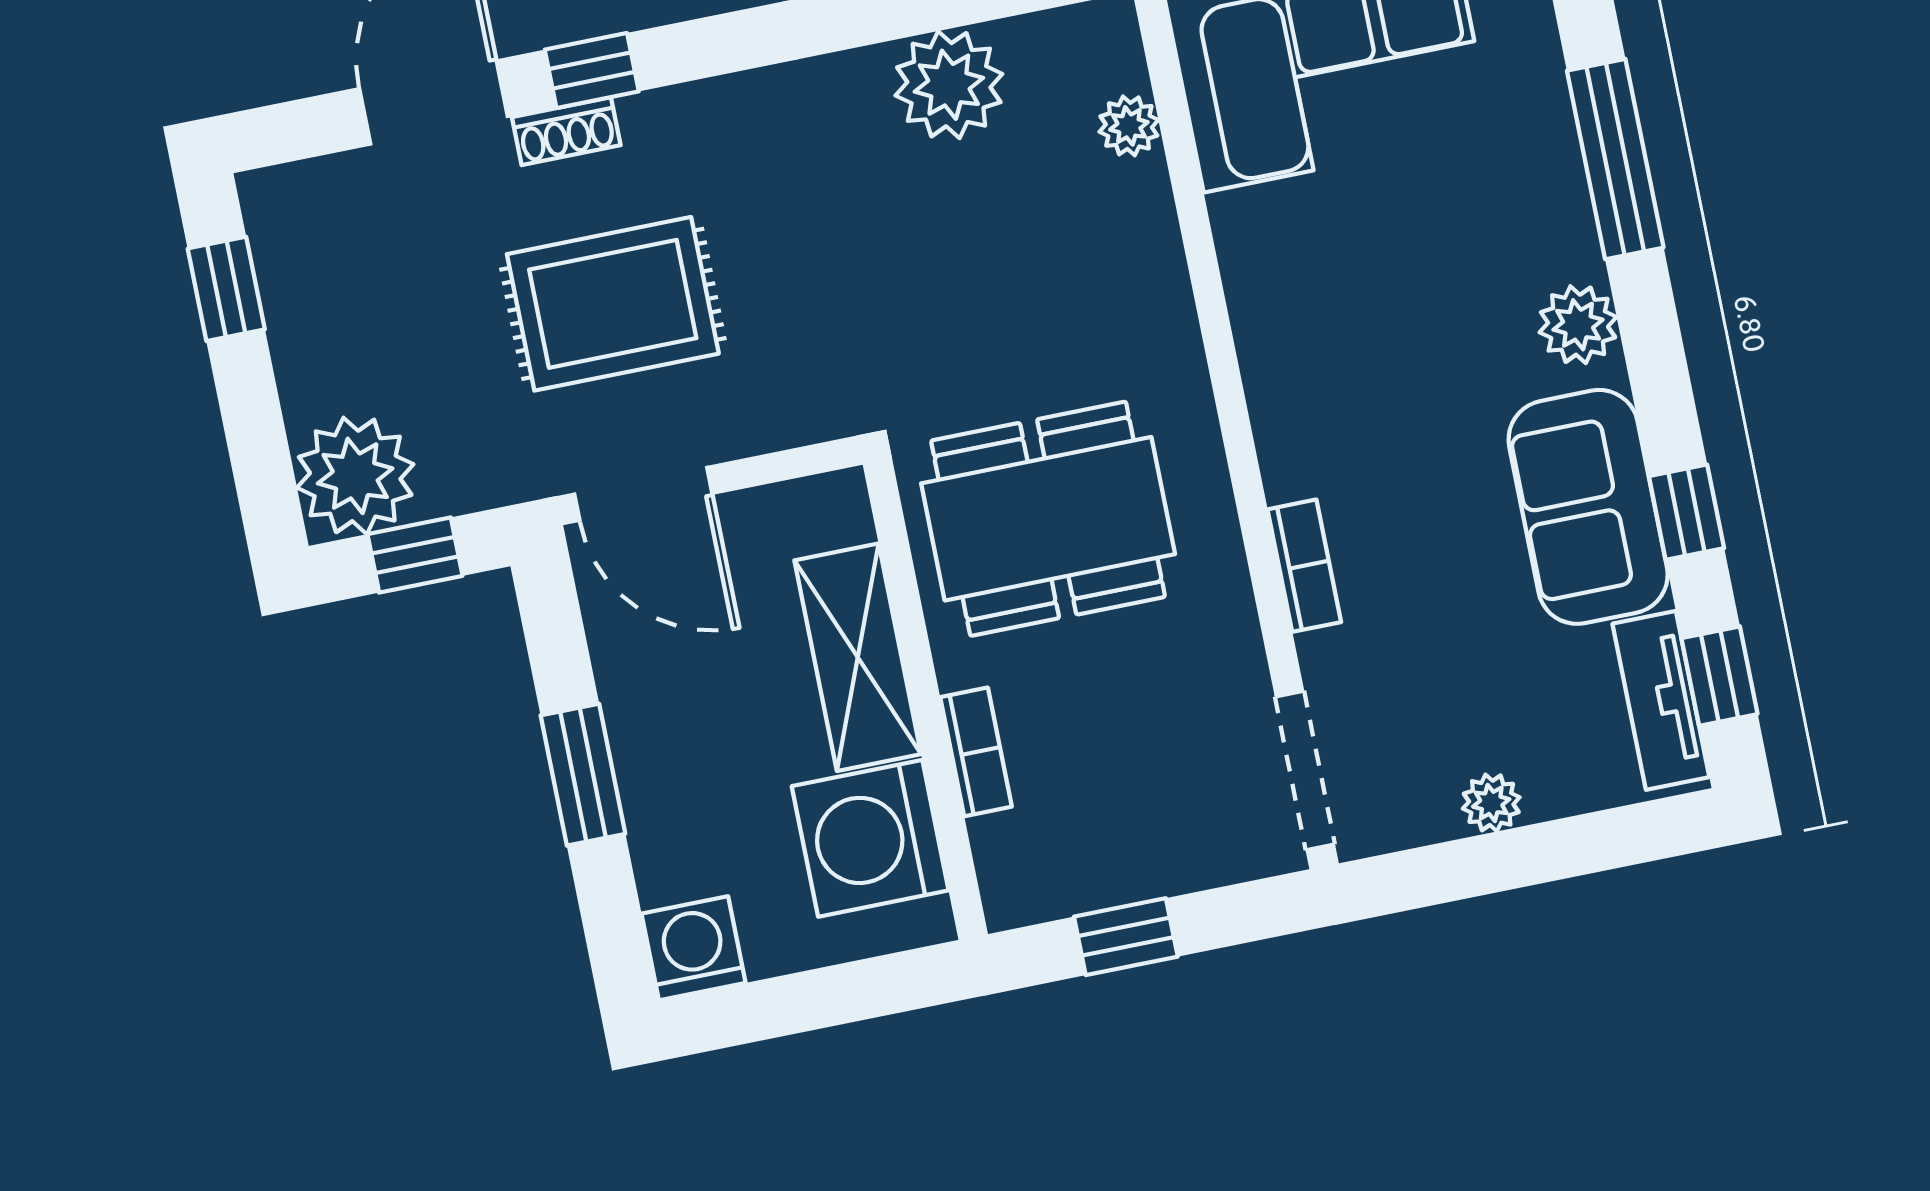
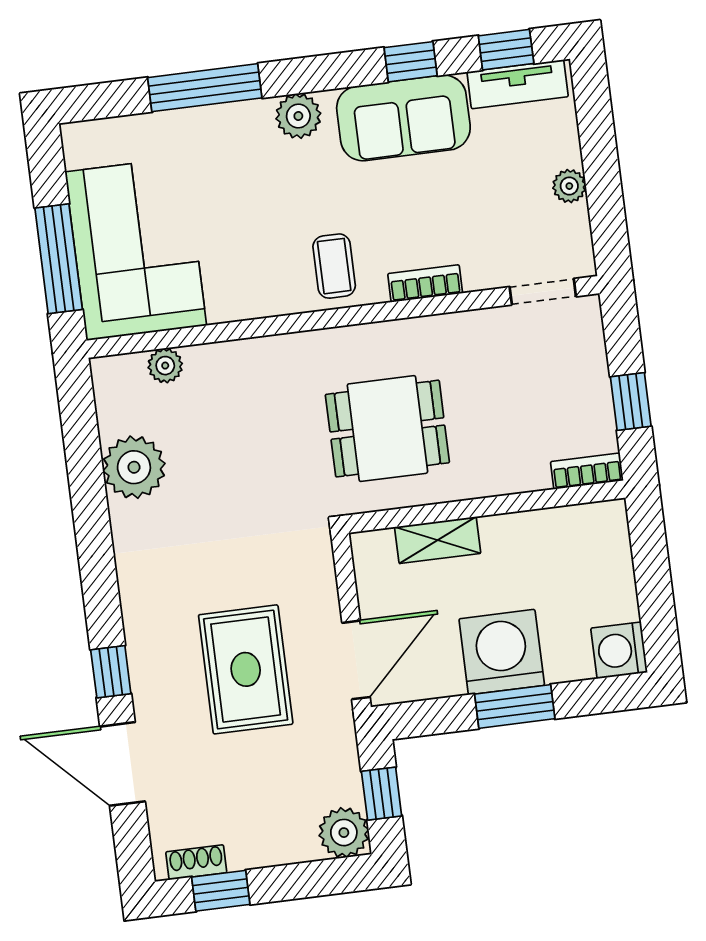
shoe rack: (566, 131) -> (196, 862), moved, turned -90
coffee table: (1323, 406) -> (334, 266), added
plant: (355, 476) -> (344, 833), width x0.73, depth x0.73
dining table: (1048, 519) -> (387, 429), width x0.73
shelving: (858, 657) -> (438, 540), width x0.67, depth x0.75
bookcase: (976, 752) -> (587, 471), moved
doorway: (1305, 771) -> (543, 292), width x0.73
washing machine: (870, 838) -> (502, 652), moved, turned 180

